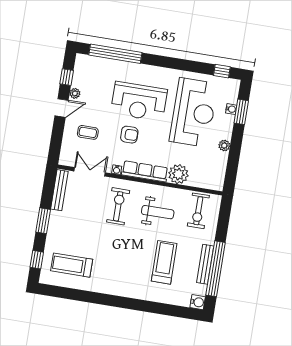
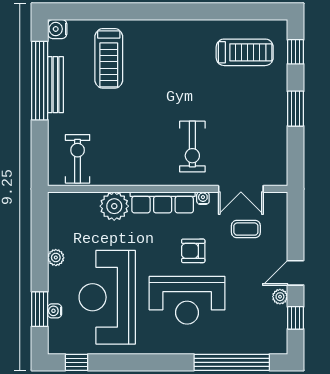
reception desk: (139, 101) -> (187, 300), turned 180
coffee table: (88, 132) -> (246, 229), moved
bench: (59, 190) -> (279, 156), removed
weight bench: (158, 212) -> (135, 147), removed
treadmill: (164, 262) -> (109, 58), moved

